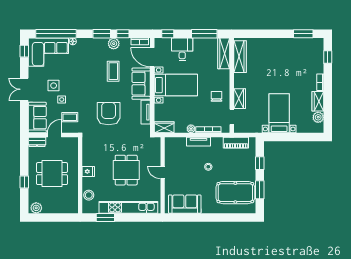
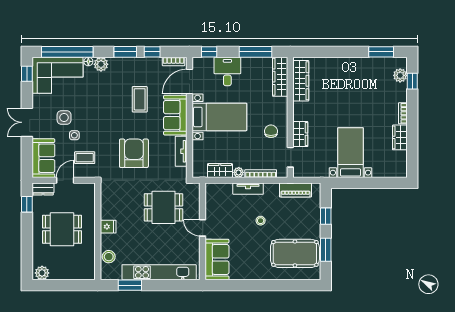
plant: (114, 44) -> (101, 64), moved
door: (152, 57) -> (189, 82), hinge flipped
plant: (318, 117) -> (400, 75), moved
wardrobe: (164, 127) -> (220, 171), moved
dining table: (126, 170) -> (163, 207), moved, turned 90
window: (24, 182) -> (27, 204), moved
sofa: (185, 204) -> (217, 259), moved, turned 90

